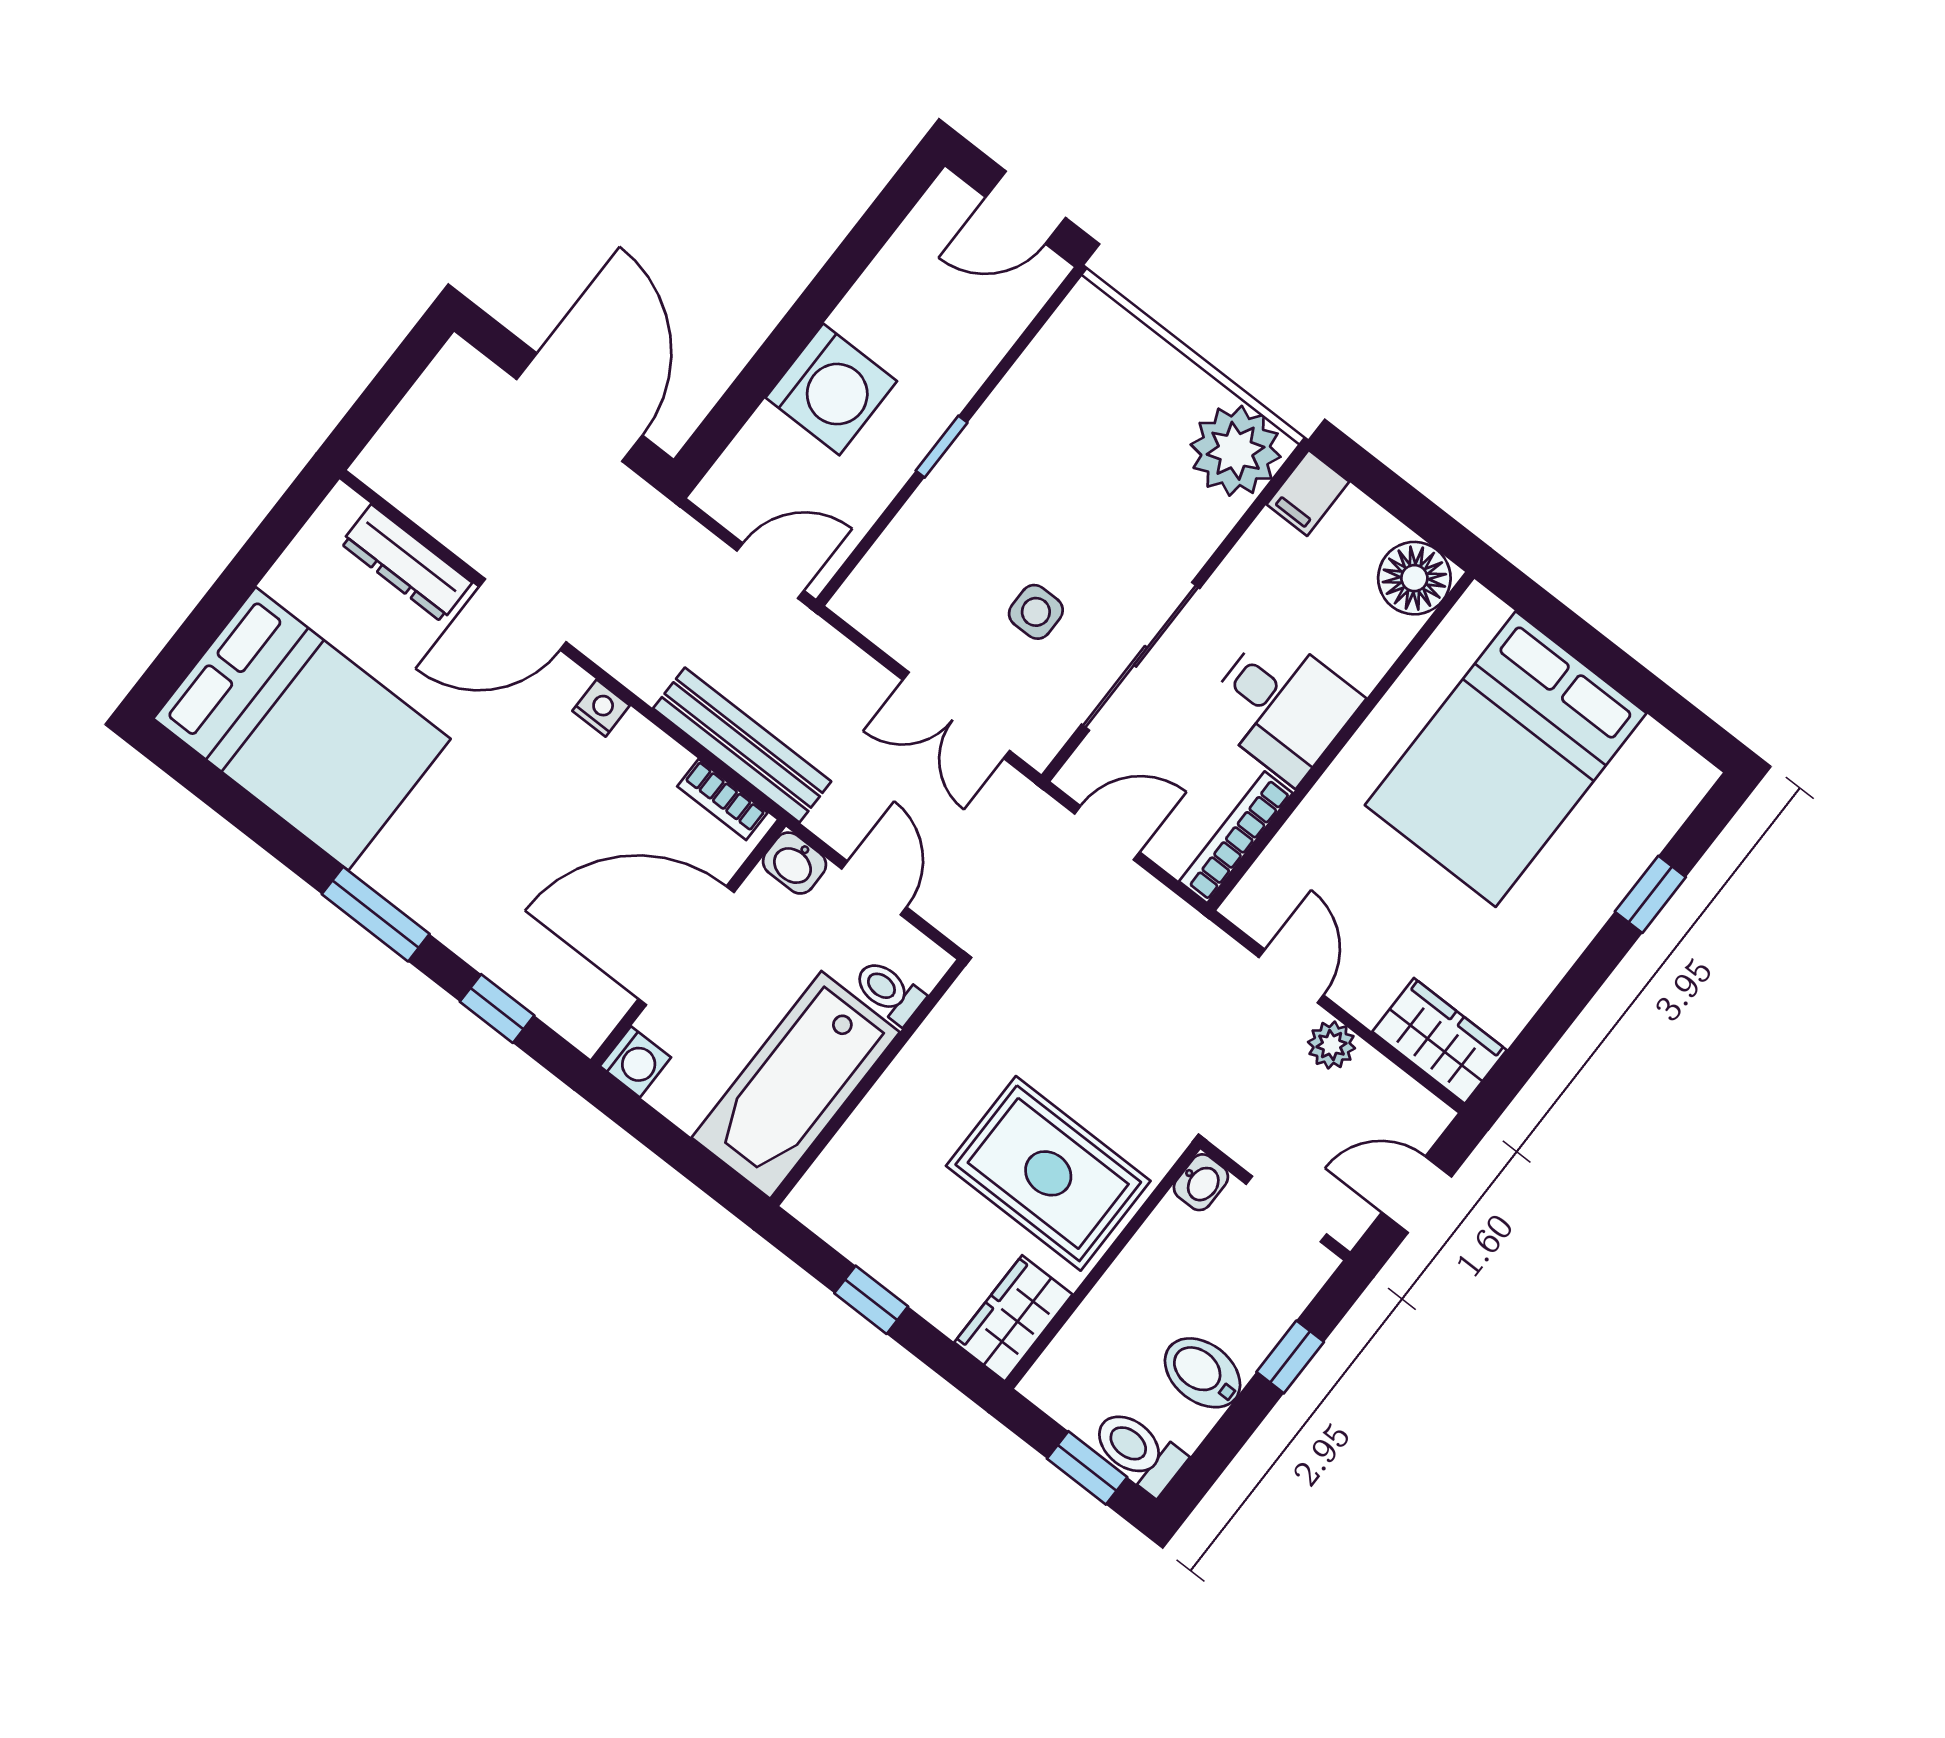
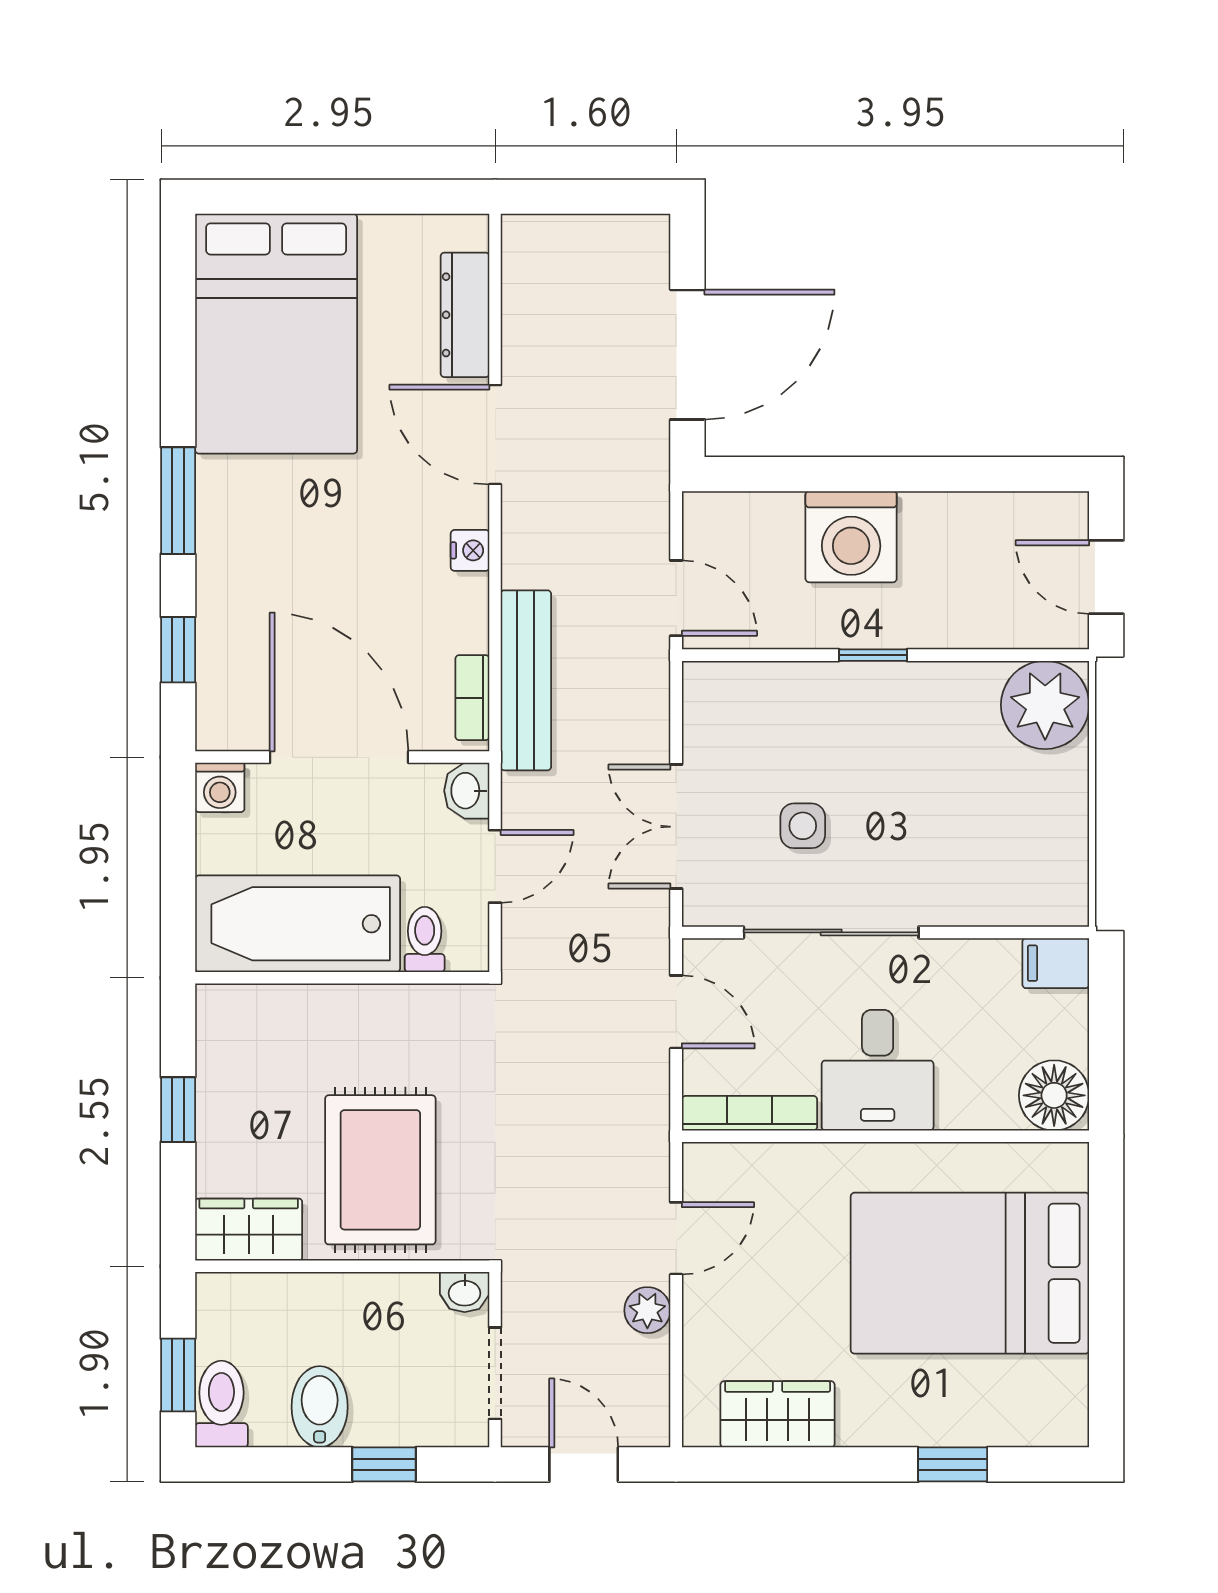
plant: (1236, 451) -> (1045, 705), moved
wardrobe: (1439, 1041) -> (778, 1414), moved, turned -90

